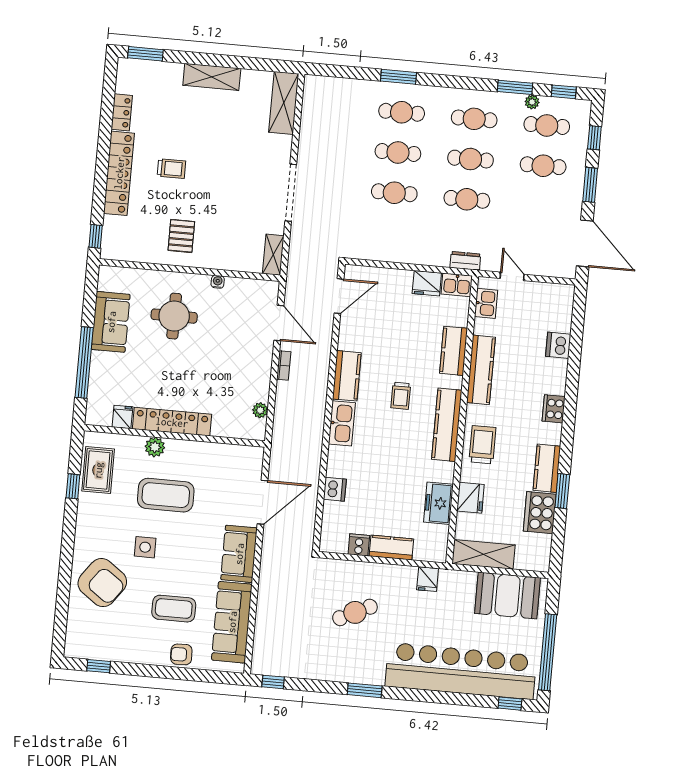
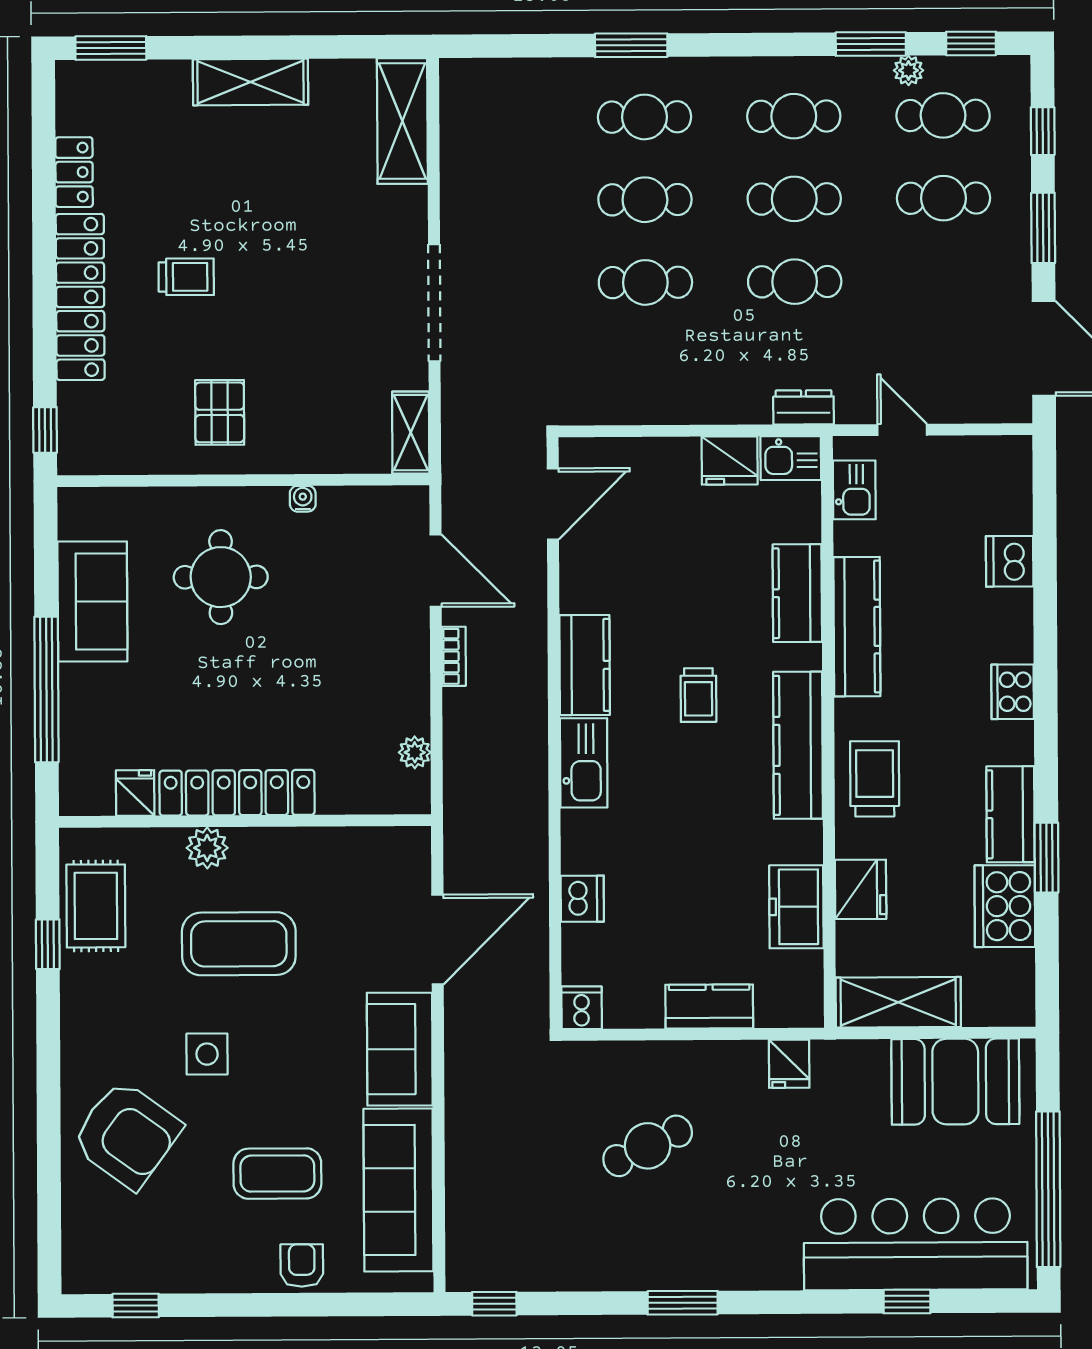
cooker: (359, 545) -> (582, 1008), moved
armchair: (181, 654) -> (302, 1266), turned 92
bar counter: (461, 671) -> (916, 1244), width x0.73
window: (510, 704) -> (907, 1302), moved

